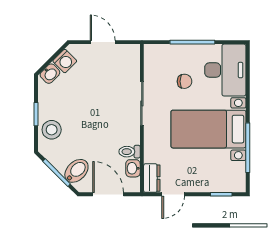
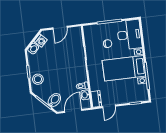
door: (103, 42) -> (60, 28), swing flipped
door: (108, 194) -> (73, 111), hinge flipped

